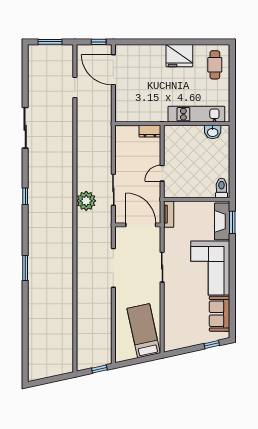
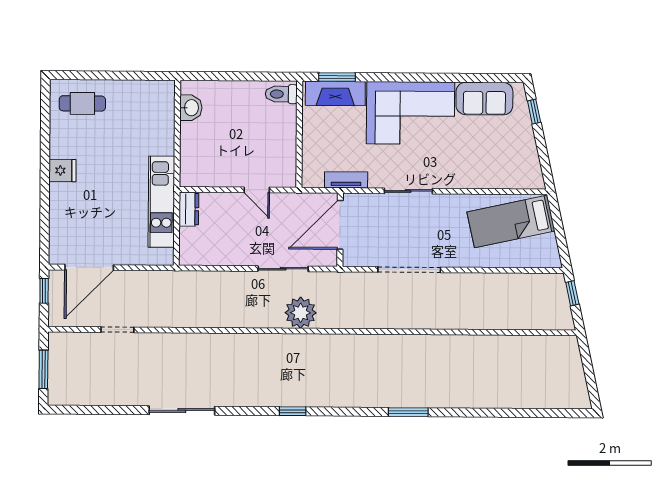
fridge: (179, 56) -> (62, 170), width x0.53, depth x0.75
kitchen unit: (196, 114) -> (161, 202), moved
tv unit: (169, 214) -> (346, 180), moved

